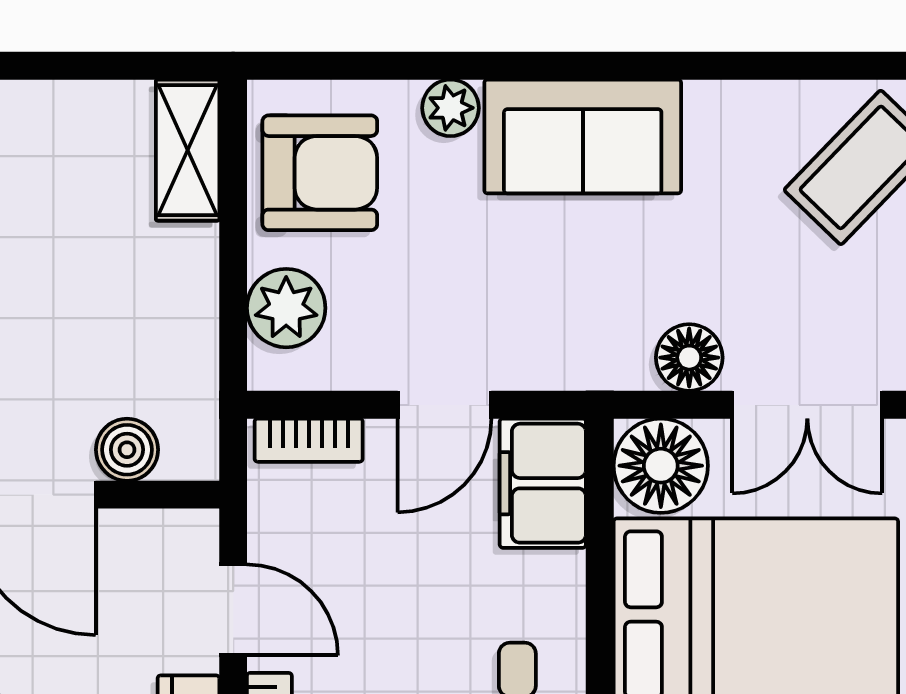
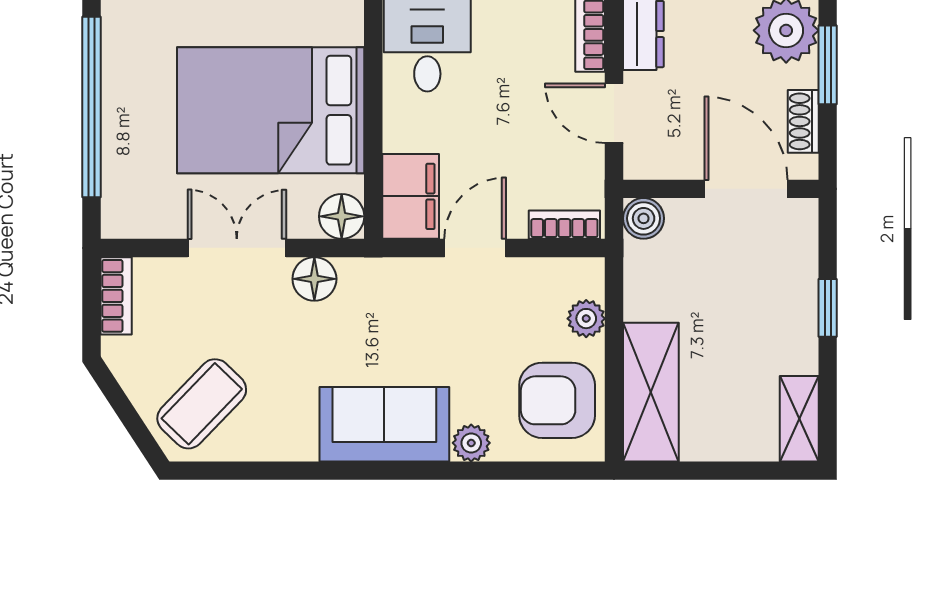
shelving: (188, 150) -> (651, 392), width x1.50, depth x1.33
plant: (286, 308) -> (586, 319), width x0.73, depth x0.73
boiler: (127, 450) -> (644, 218), moved
floor lamp: (661, 466) -> (342, 216), width x0.73, depth x0.73

